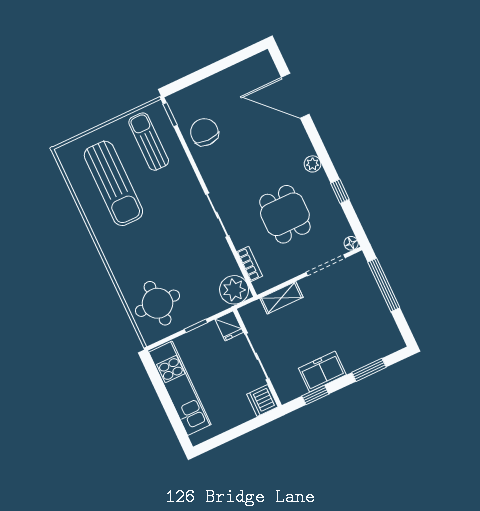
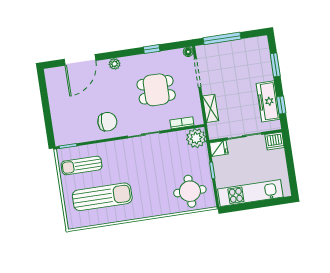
chair: (204, 132) -> (107, 122), moved, turned 180
plant: (313, 164) -> (115, 64), moved
freezer: (322, 372) -> (268, 101), width x1.40

